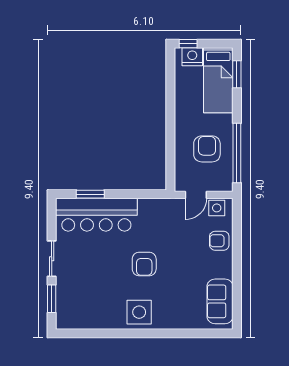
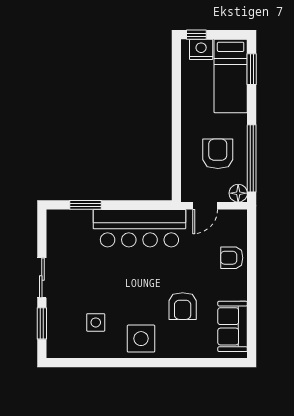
floor lamp: (225, 184) -> (238, 193), added
side table: (217, 208) -> (96, 322), moved
bar counter: (96, 215) -> (139, 228), moved
armchair: (144, 264) -> (183, 306), moved

